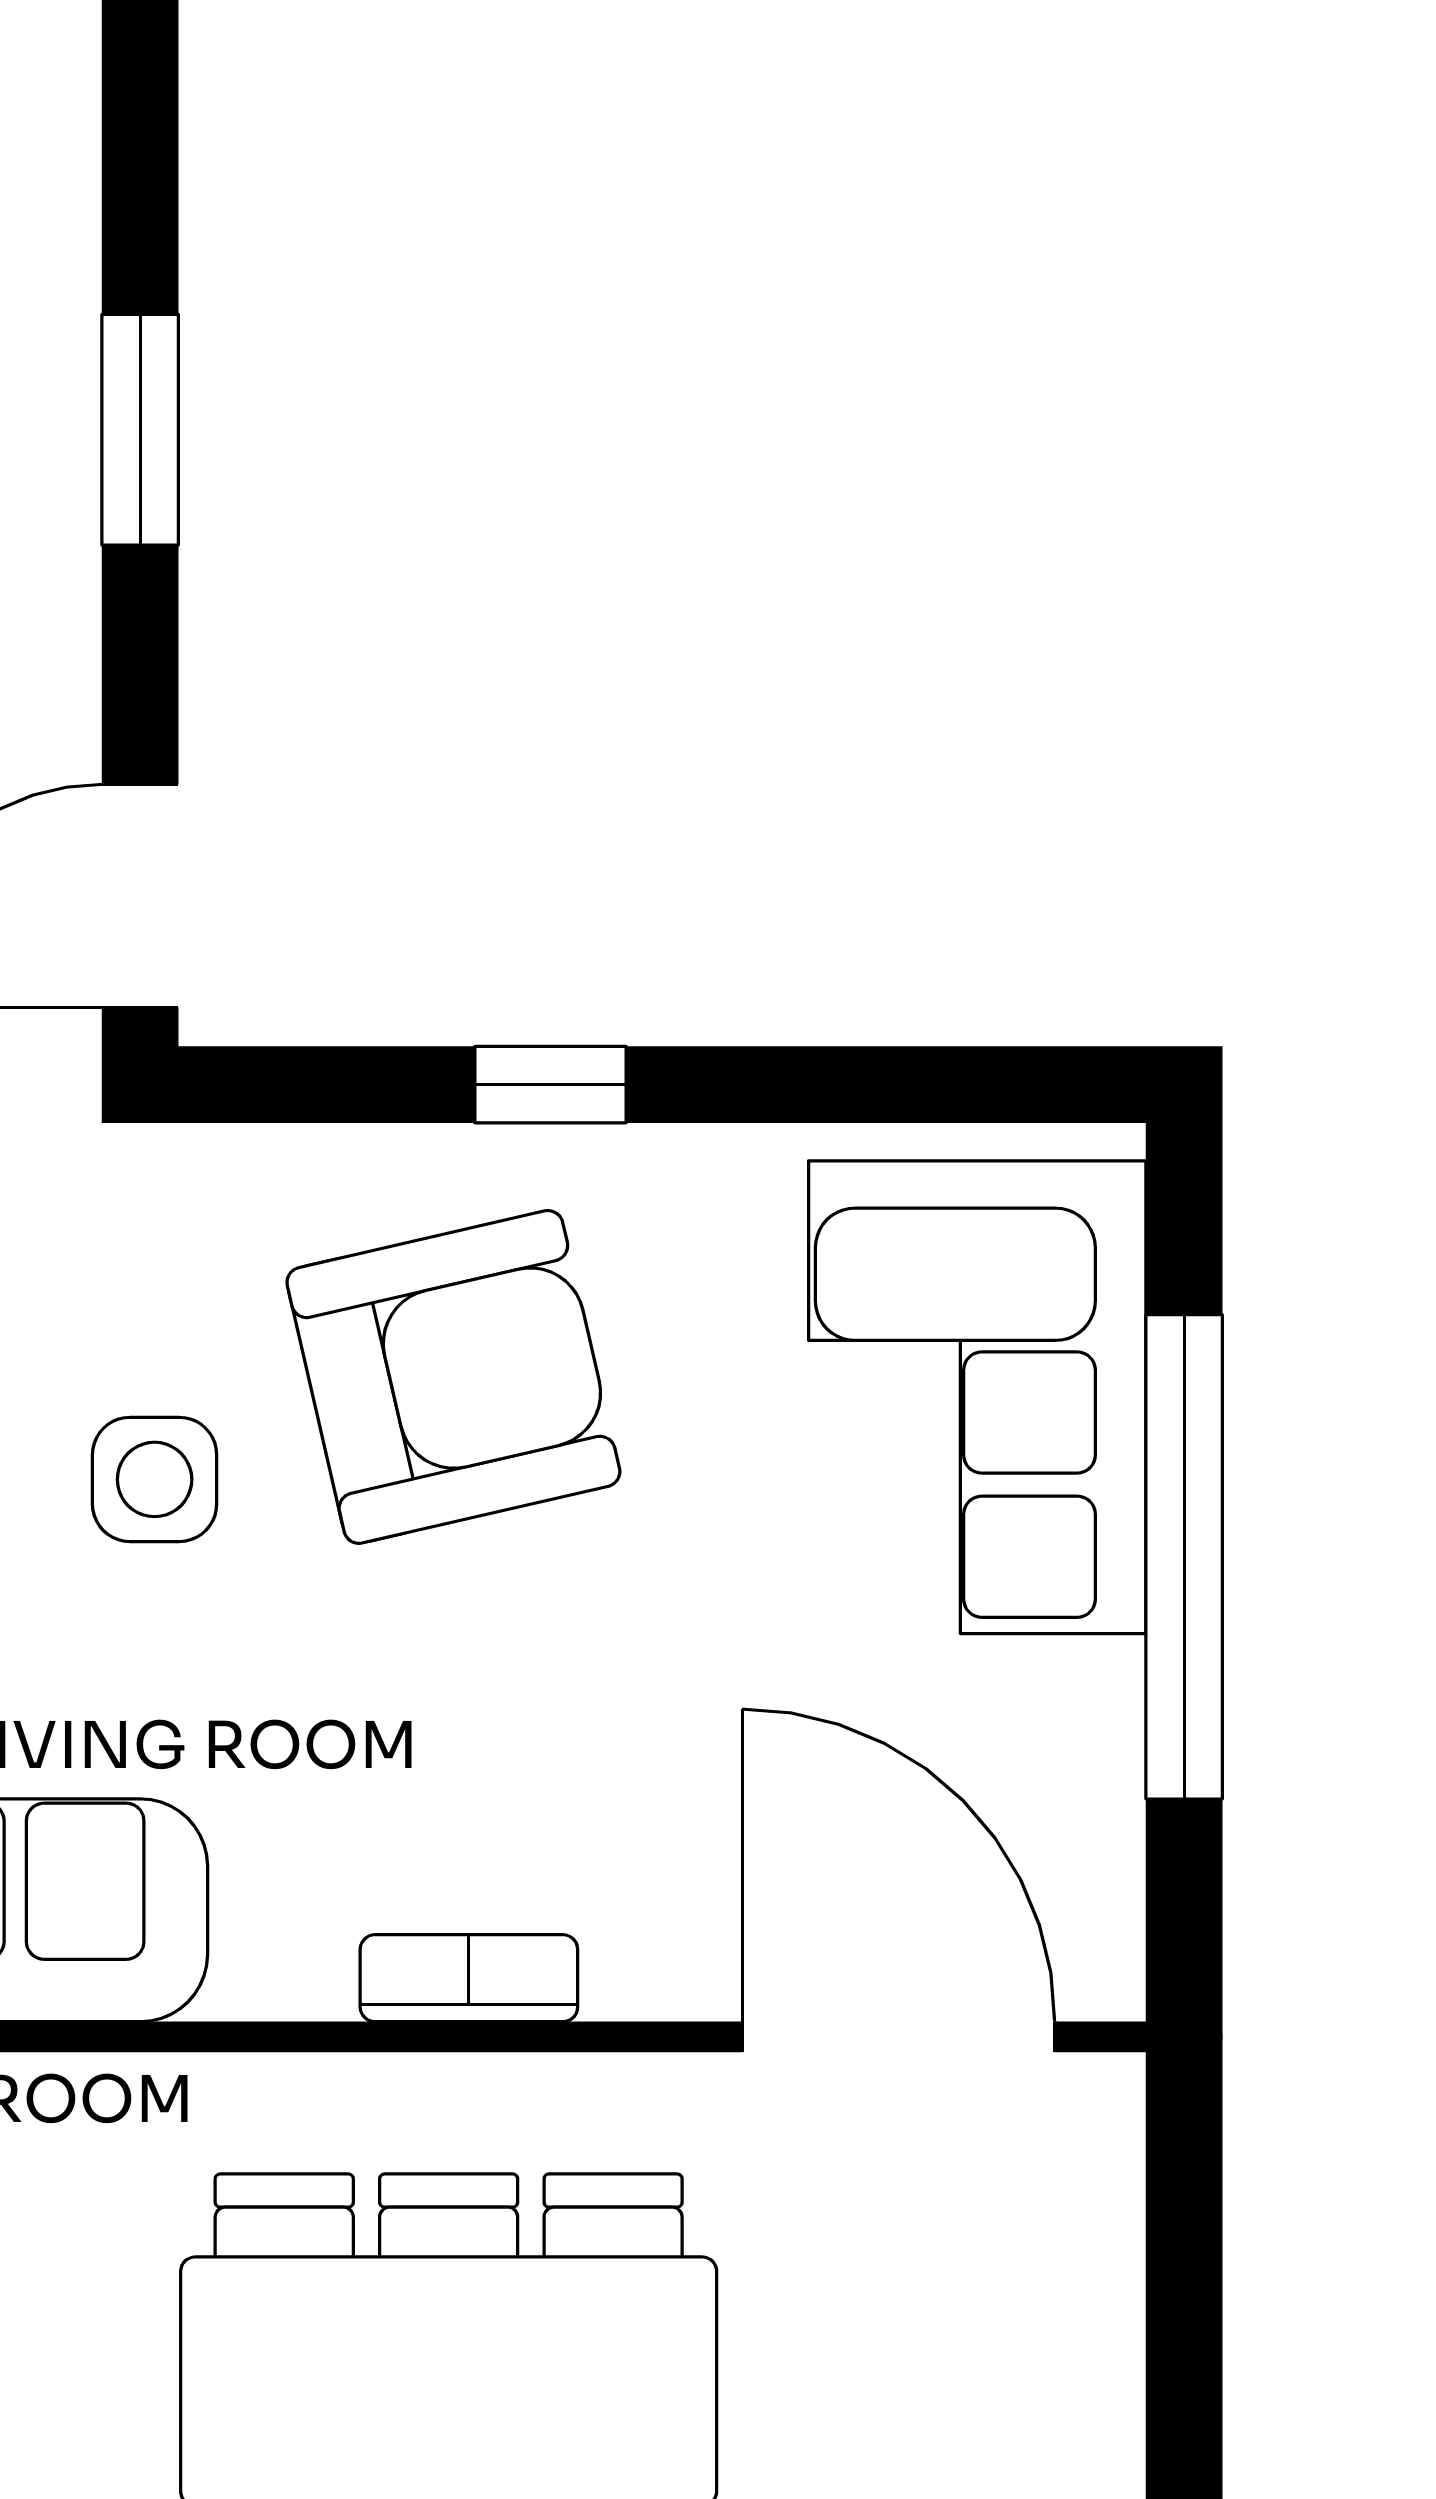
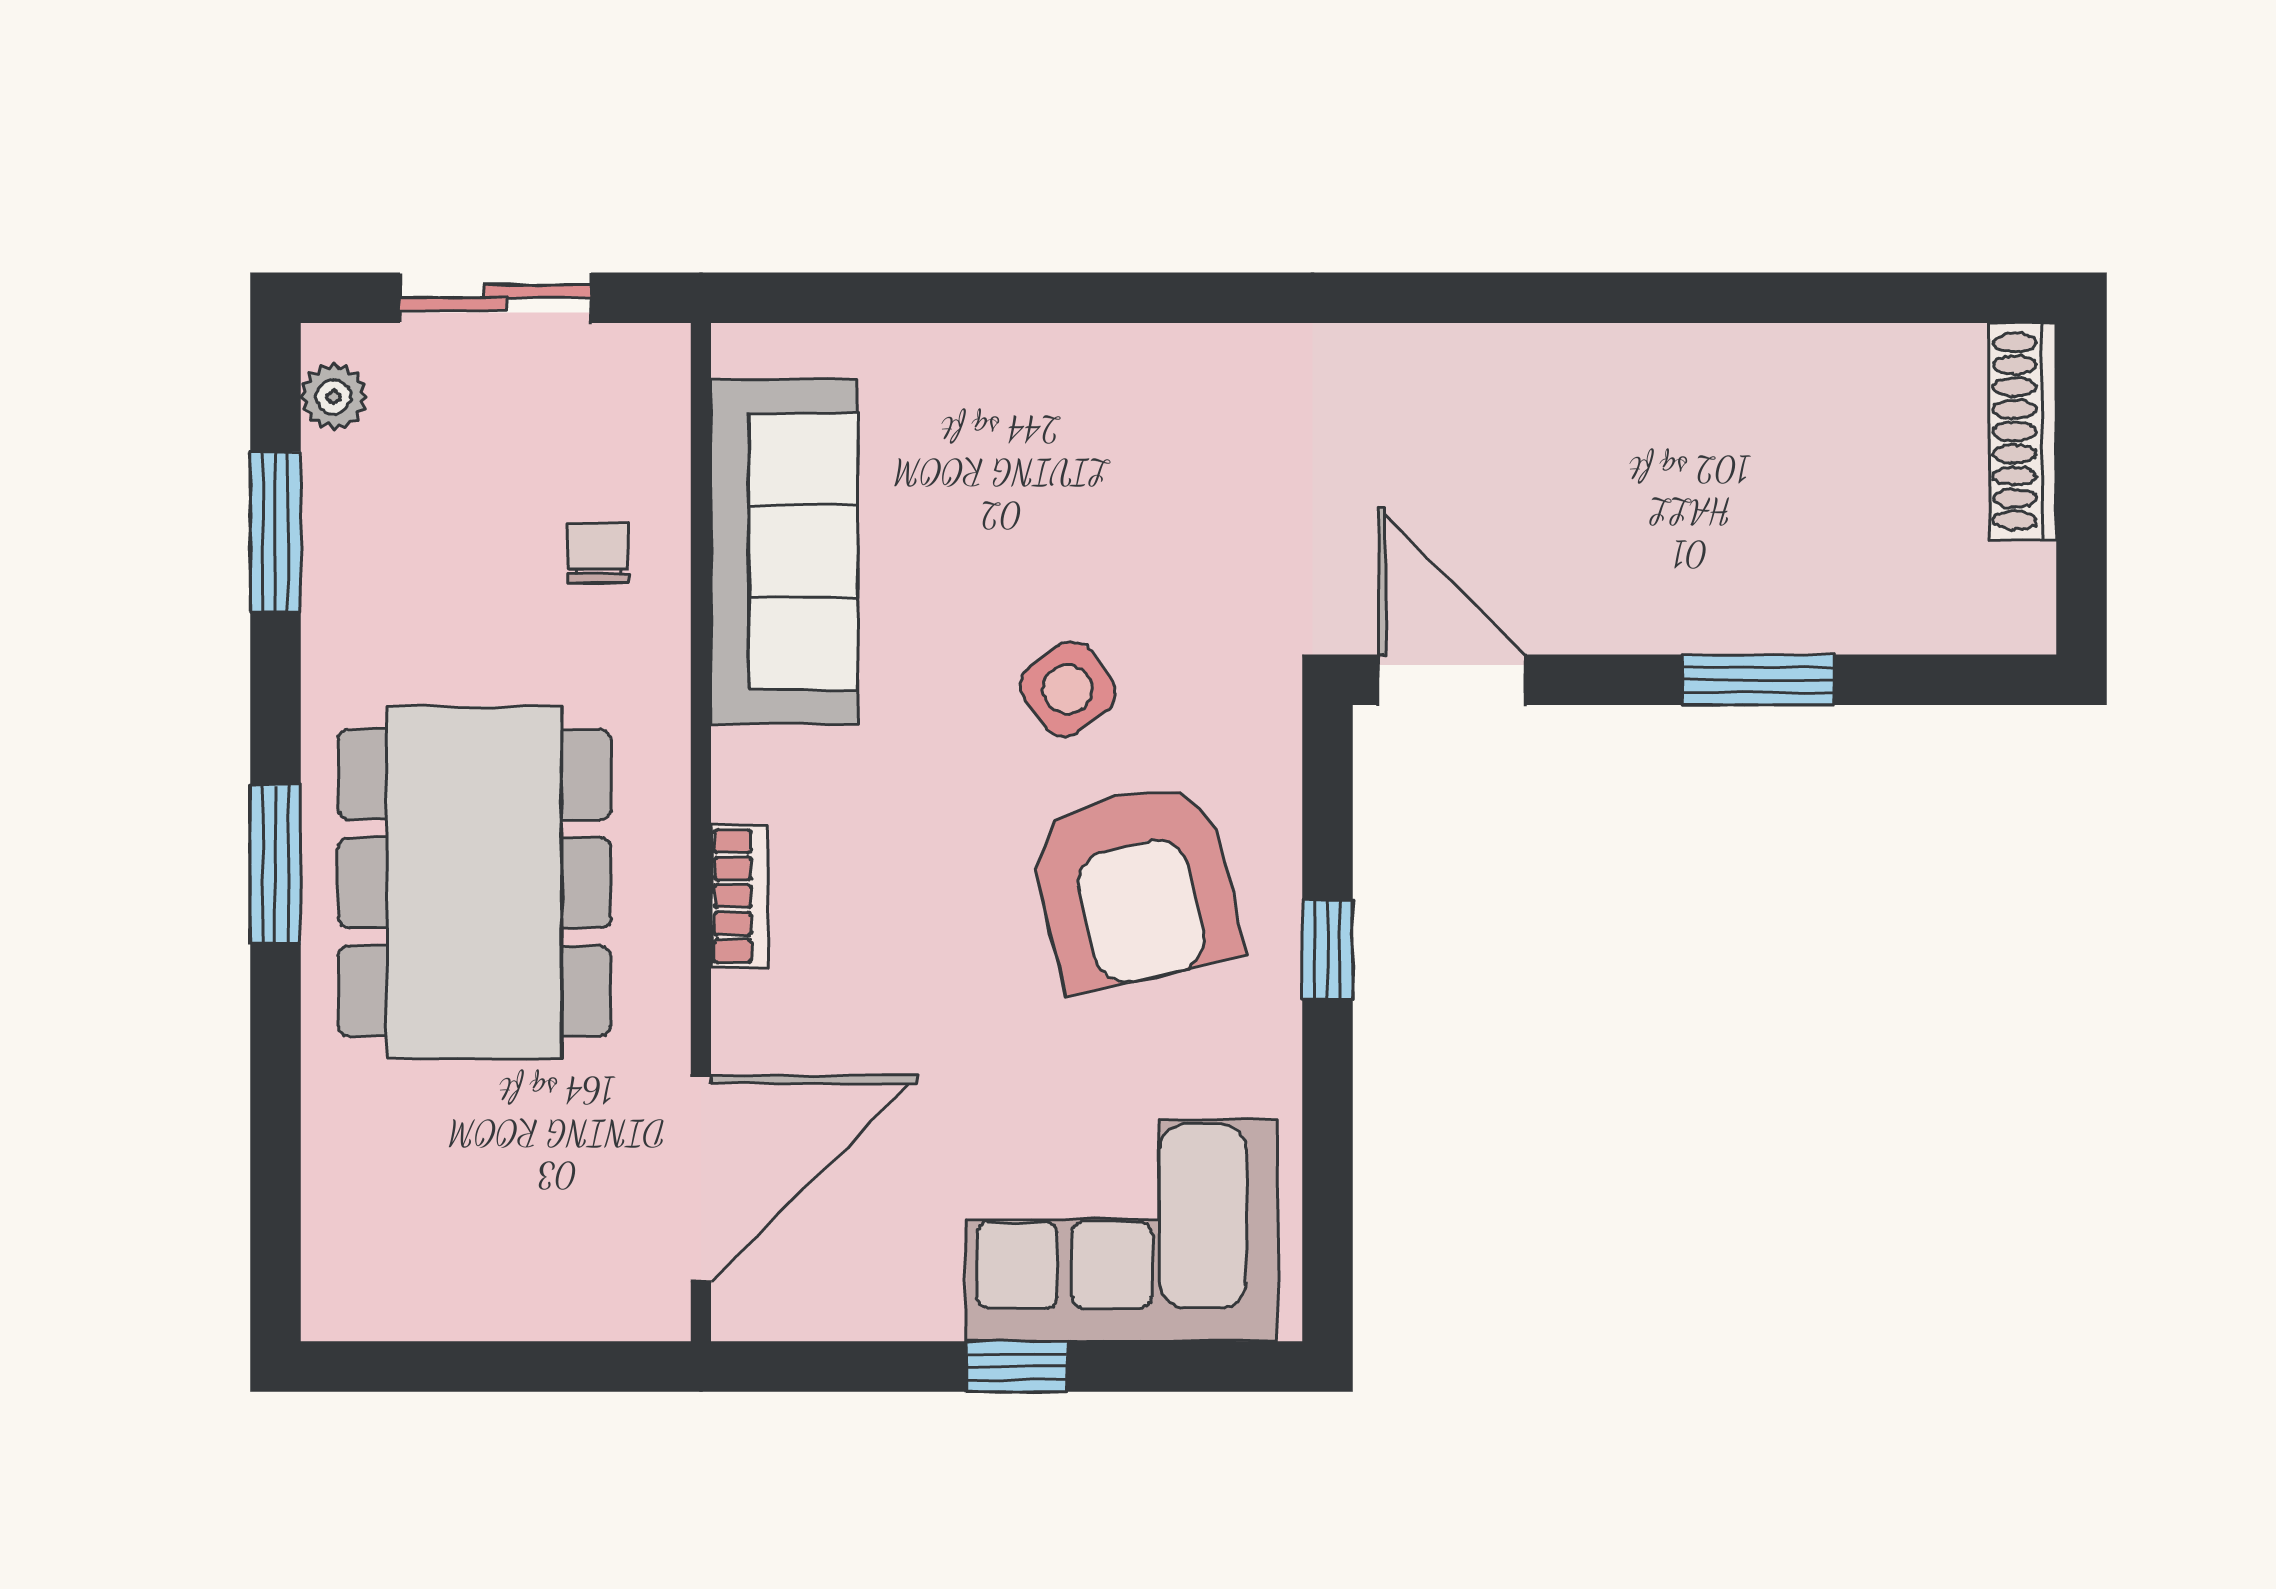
side table: (155, 1479) -> (1068, 689), turned -37
window: (1184, 1557) -> (1017, 1367), width x0.32

